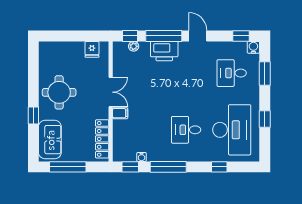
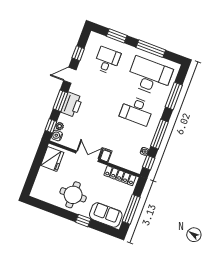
window: (164, 36) -> (60, 101), width x0.69
window: (241, 36) -> (78, 53), moved
water cooler: (253, 47) -> (57, 135), moved
fridge: (92, 49) -> (52, 159), width x1.88, depth x1.34
desk: (232, 73) -> (107, 60), turned 180
window: (265, 119) -> (151, 49), width x2.17
desk: (186, 130) -> (137, 110), width x1.37
window: (219, 167) -> (174, 96), width x2.17

